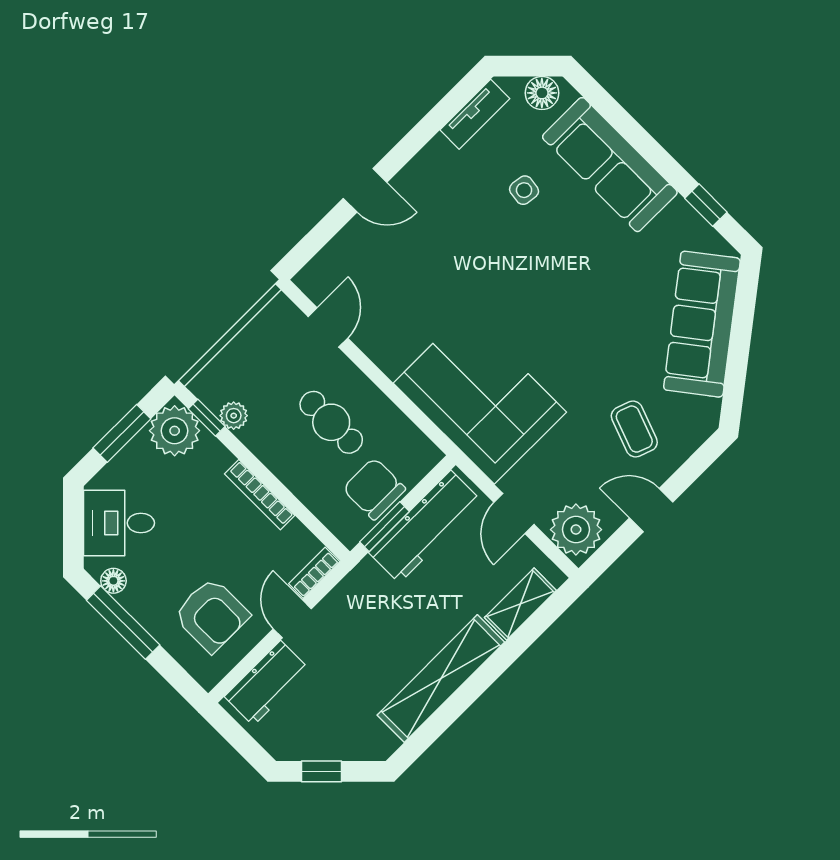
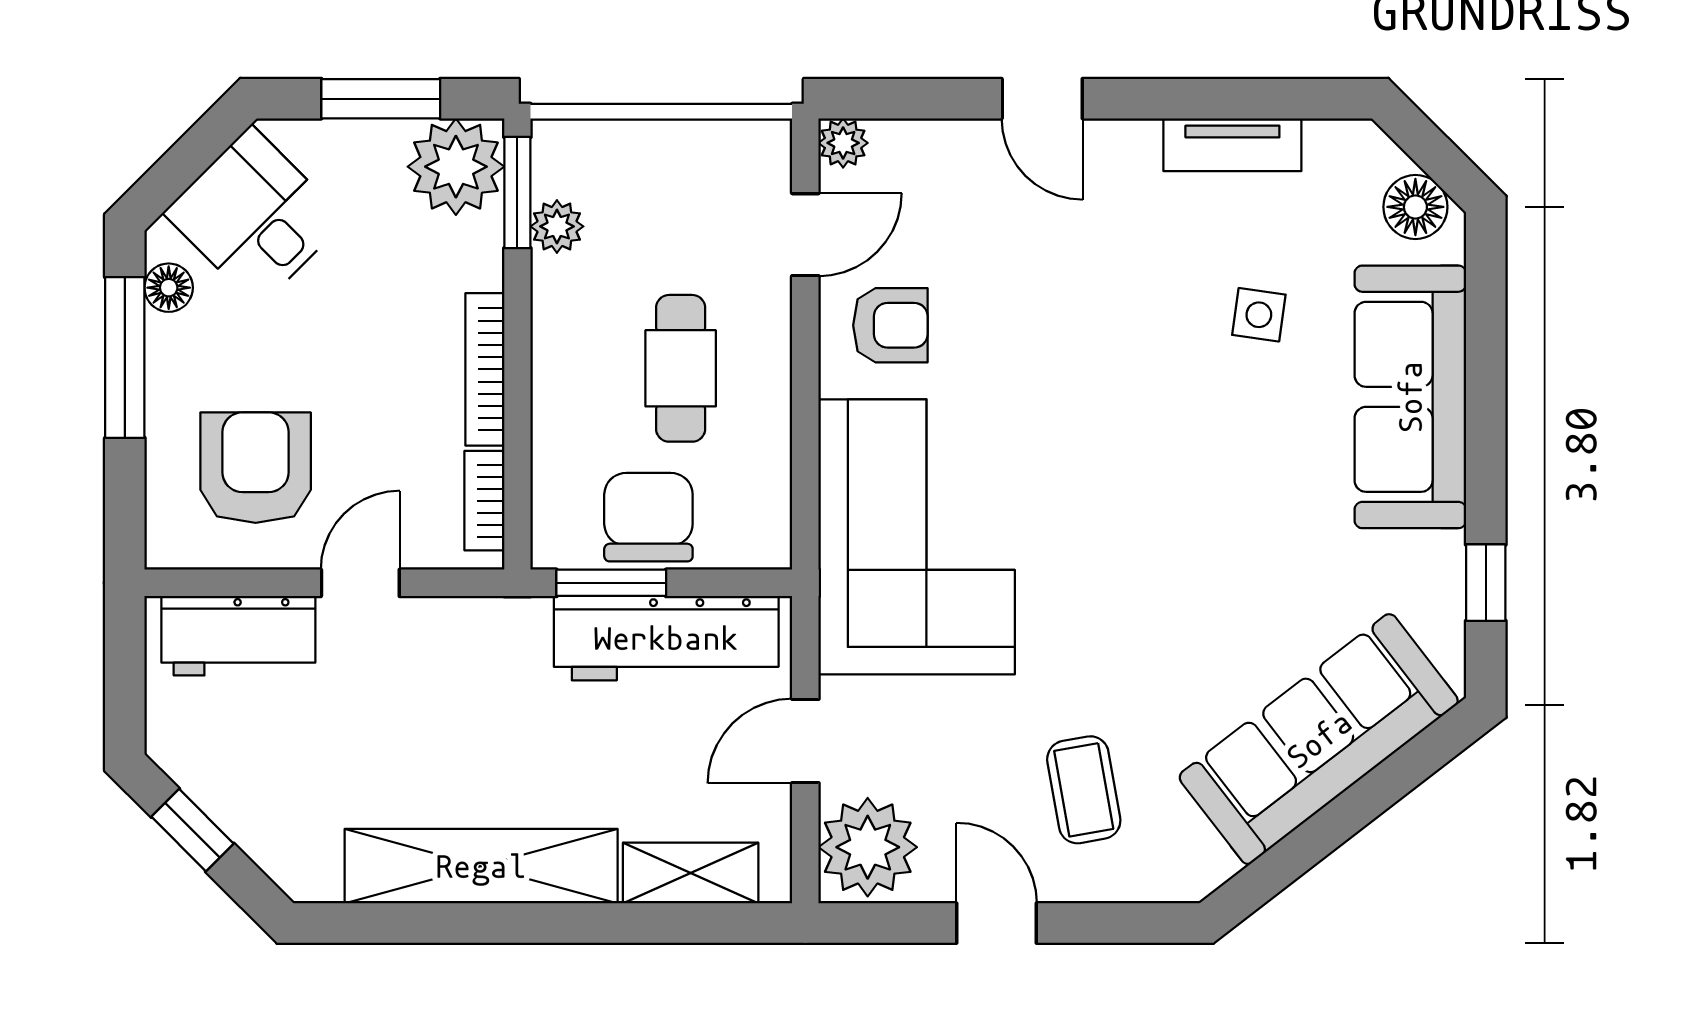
tv unit: (475, 114) -> (1232, 145), moved
plant: (308, 280) -> (843, 143), added
armchair: (392, 329) -> (890, 325), added
window: (207, 418) -> (517, 193), width x1.50
coffee table: (634, 429) -> (1084, 790), turned -30
bookcase: (314, 573) -> (484, 501), moved, turned -90
armchair: (212, 615) -> (256, 468), turned 180

